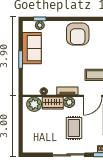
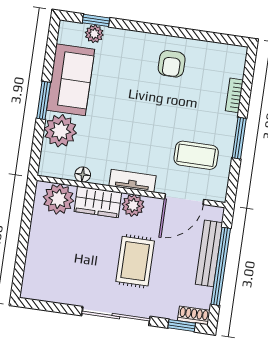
armchair: (78, 34) -> (172, 64), width x0.53, depth x0.53
plant: (30, 73) -> (60, 131), added

